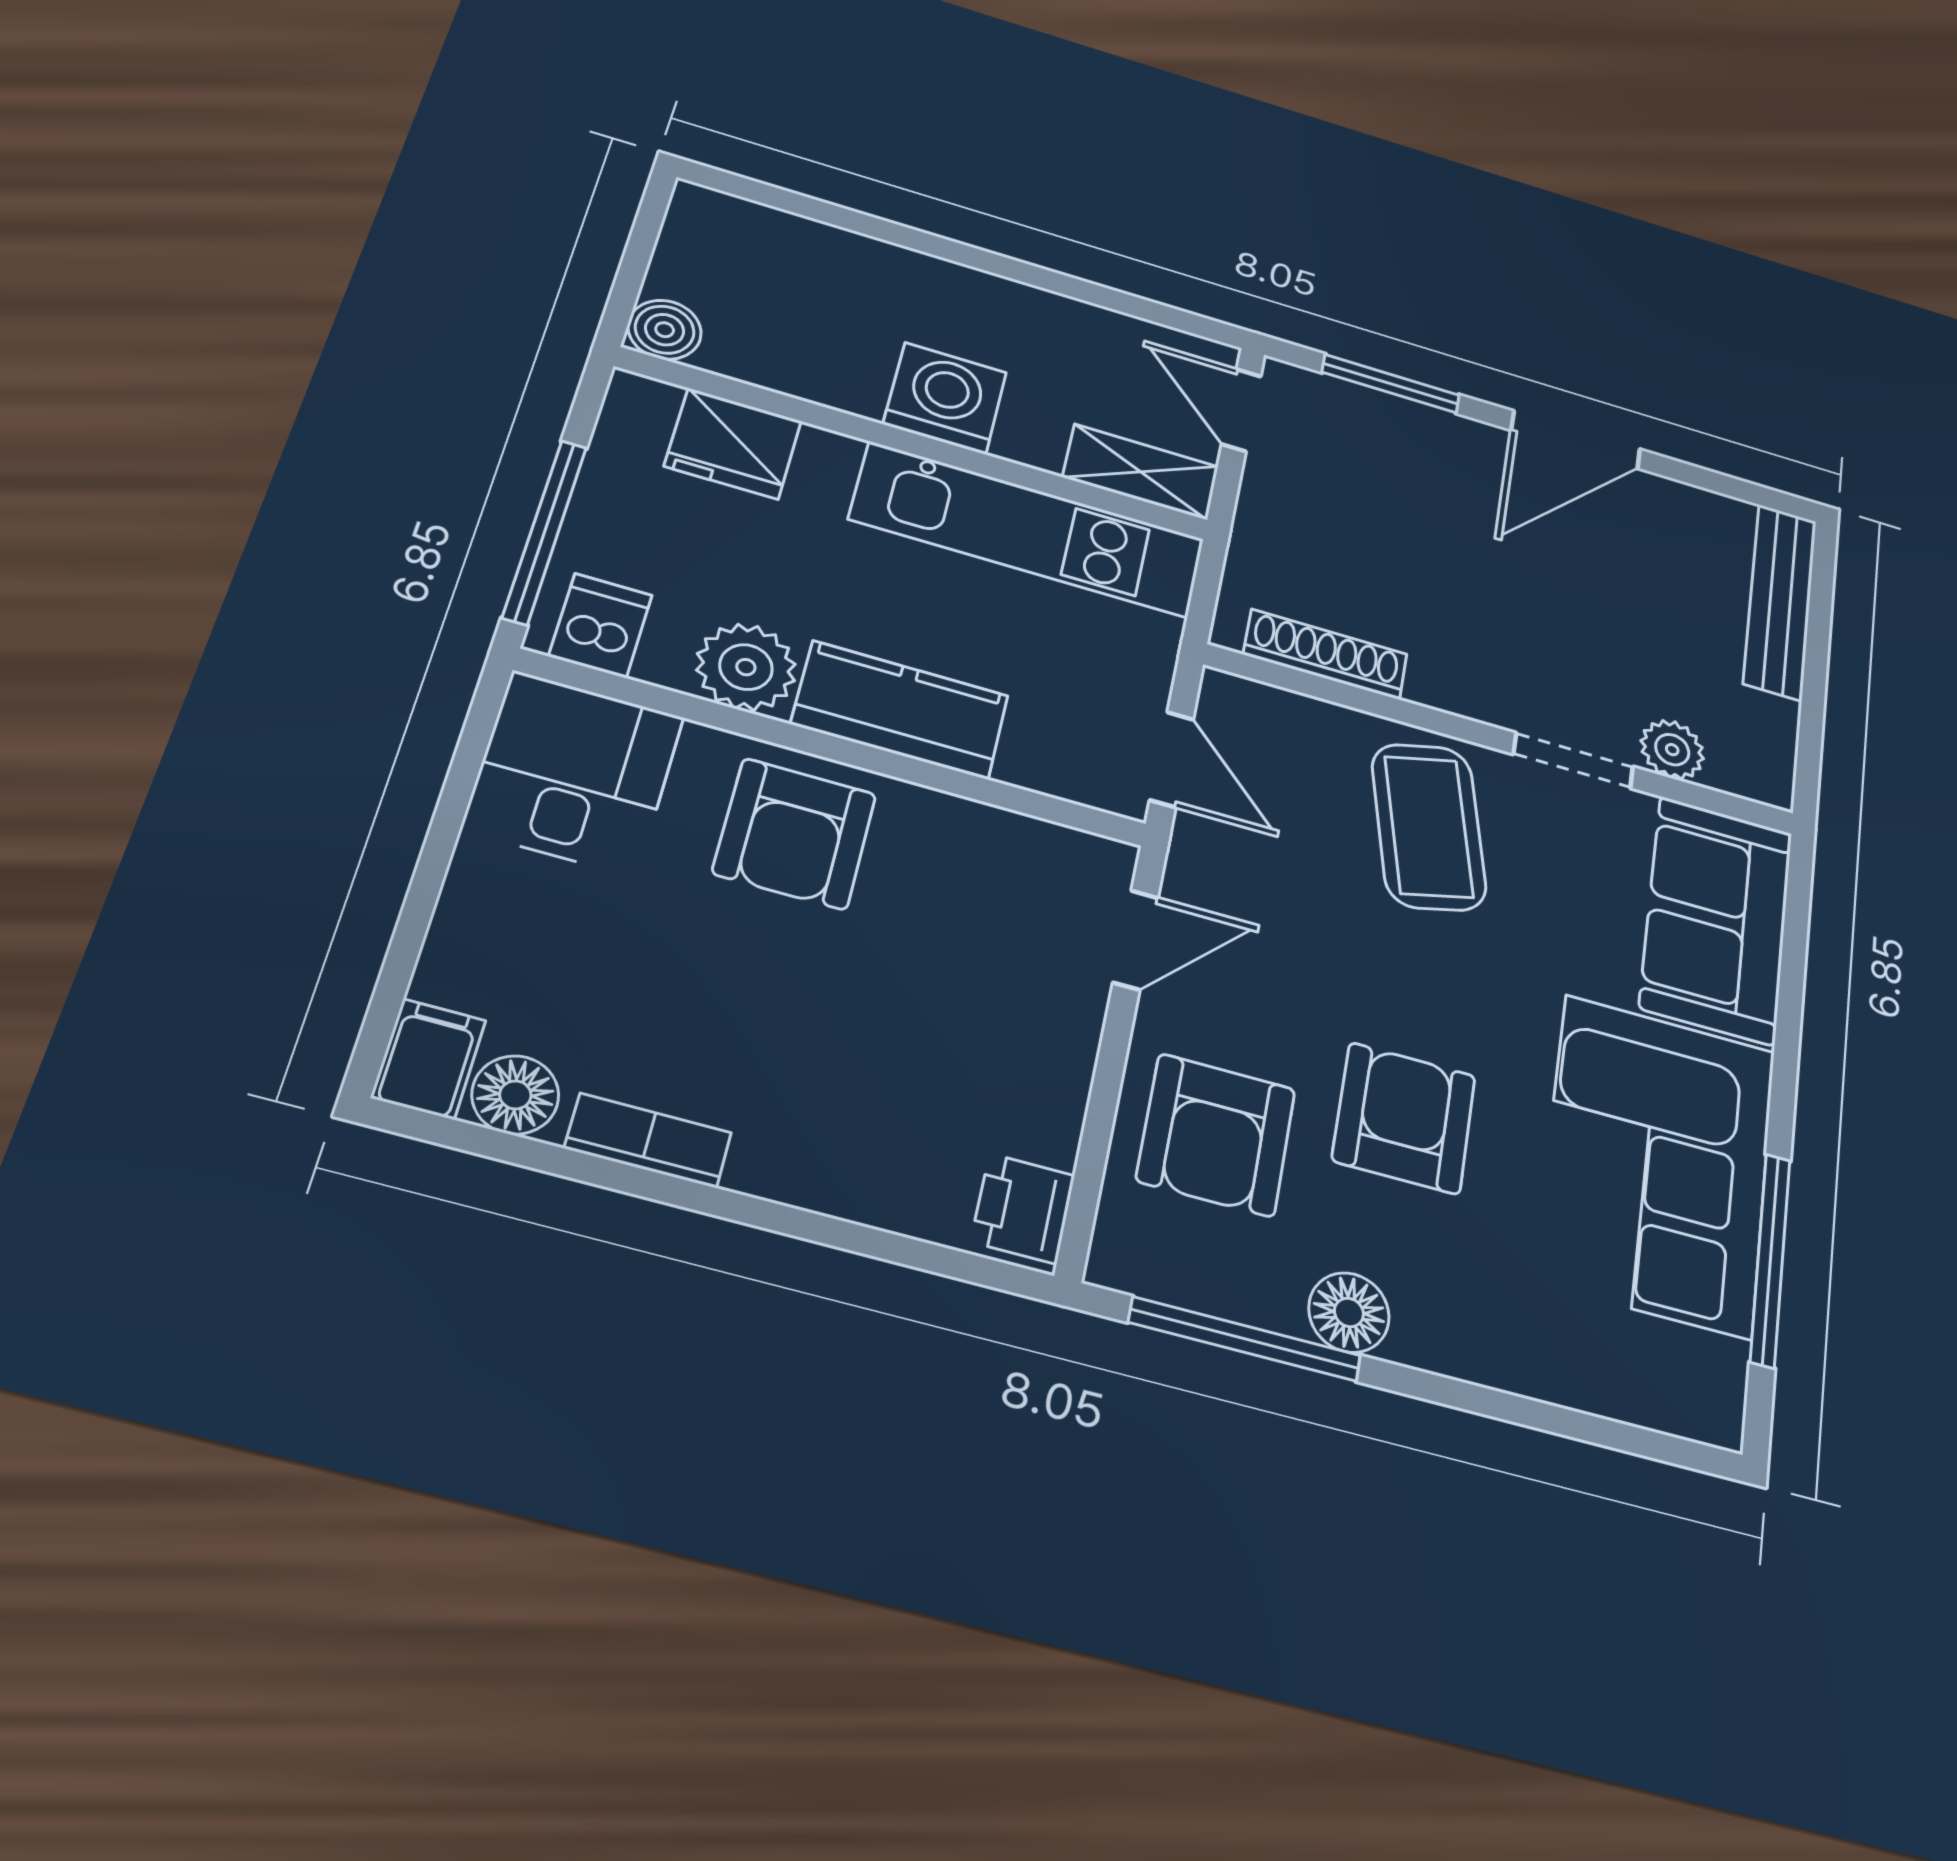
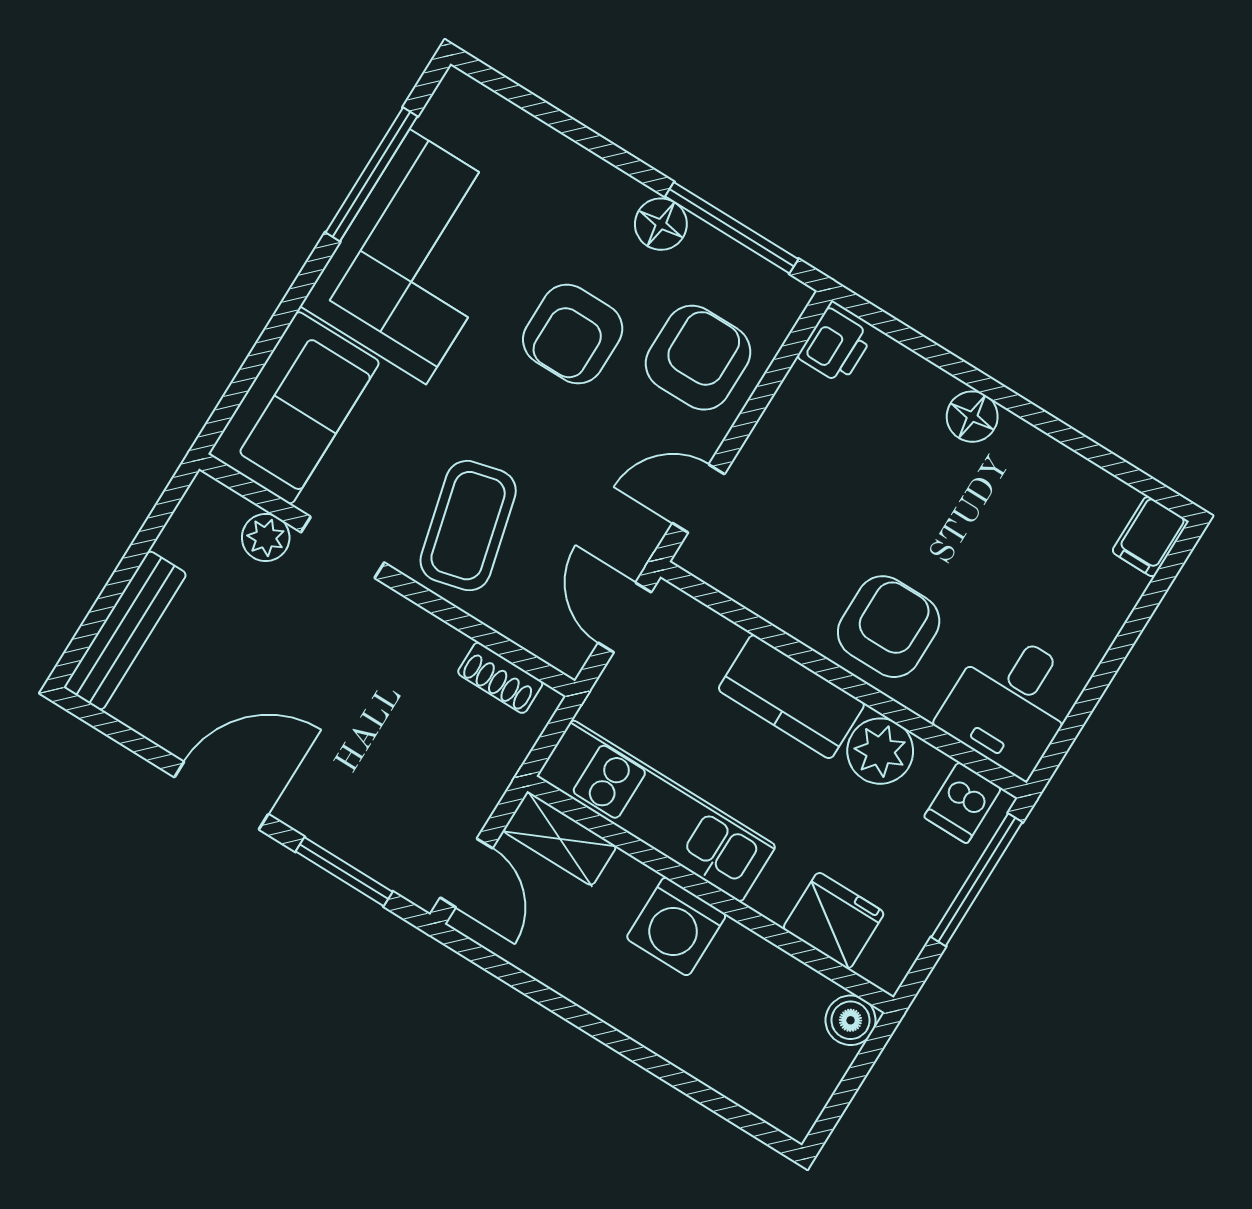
shoe rack: (1325, 654) -> (500, 678), width x0.70
floor lamp: (515, 1095) -> (972, 417), moved
bookcase: (648, 1140) -> (1041, 451), removed

